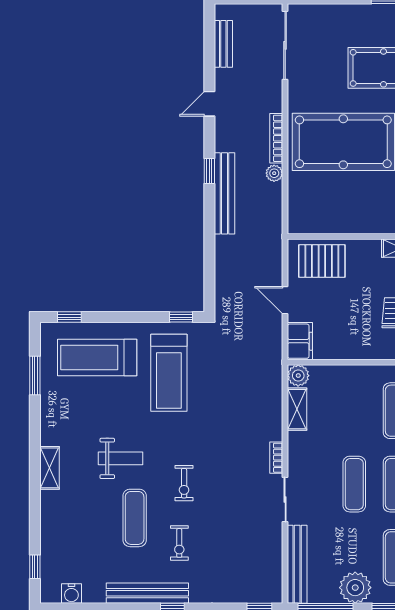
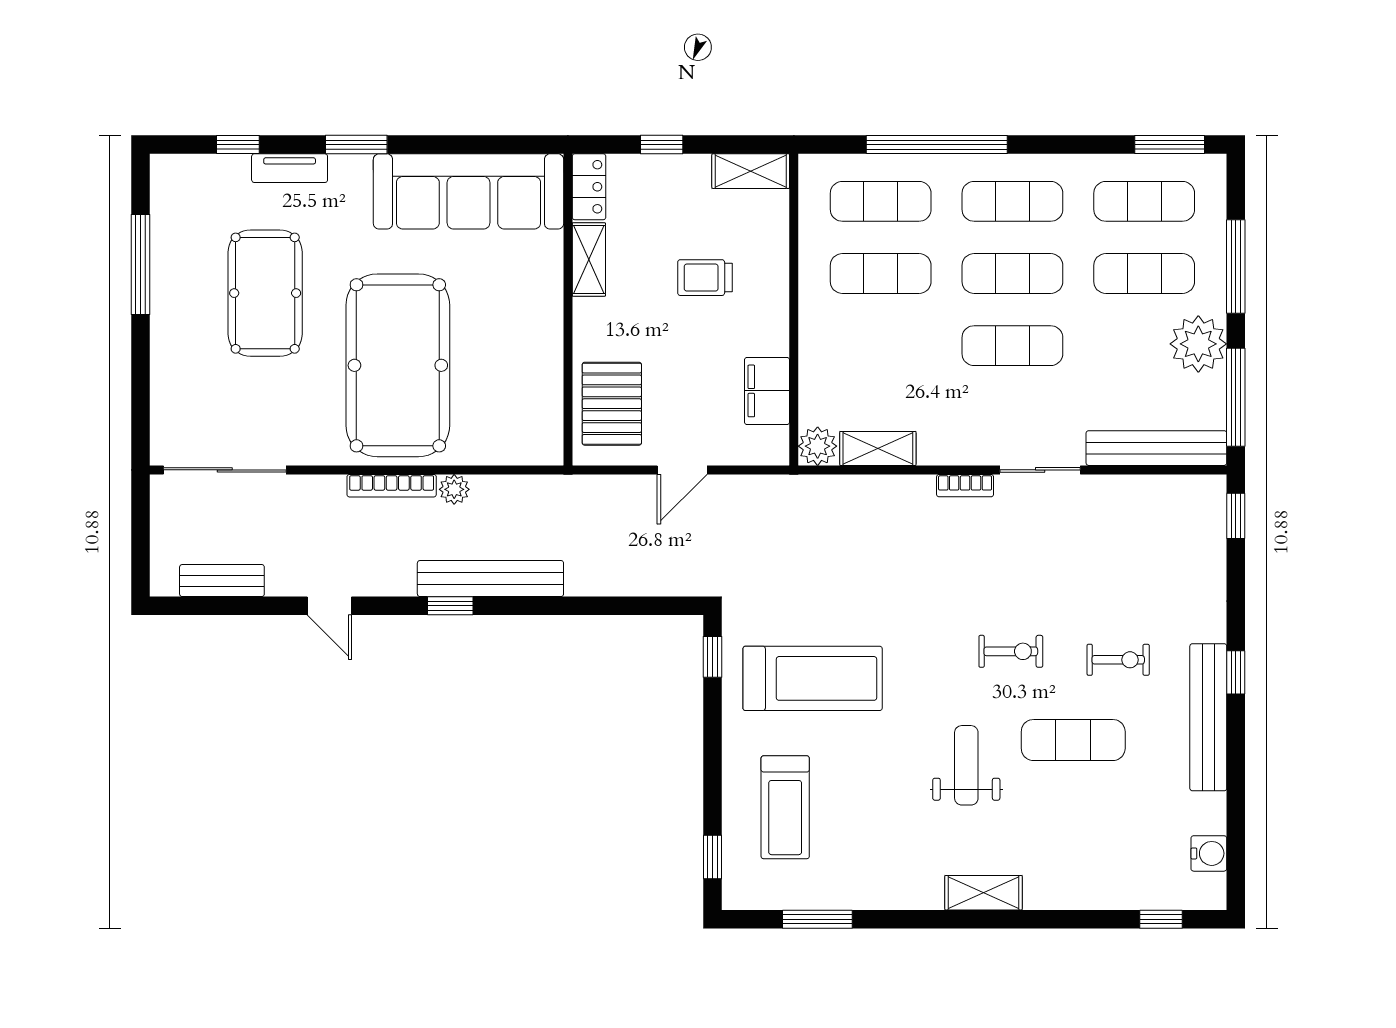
filing cabinet: (300, 341) -> (767, 391), moved, turned -90
treadmill: (97, 357) -> (785, 807), width x0.73, depth x0.73

